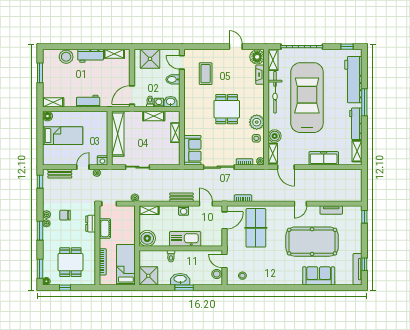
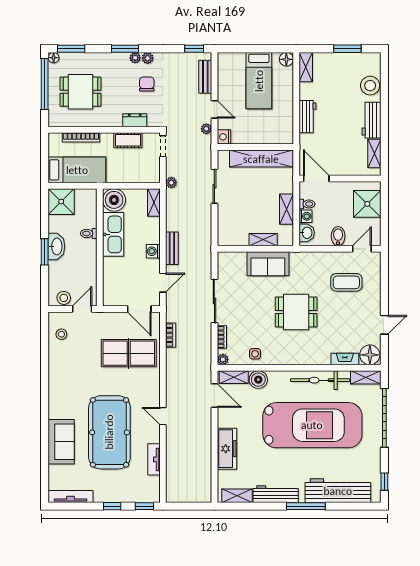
plant: (257, 122) -> (278, 354), removed
sofa: (192, 150) -> (268, 264), moved
door: (286, 167) -> (214, 396), swing flipped
kitchen sink: (185, 239) -> (113, 234), moved
window: (364, 264) -> (112, 506), moved
window: (65, 288) -> (45, 84), width x3.17

